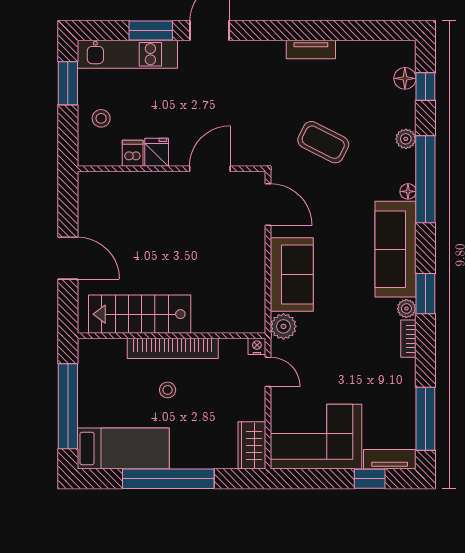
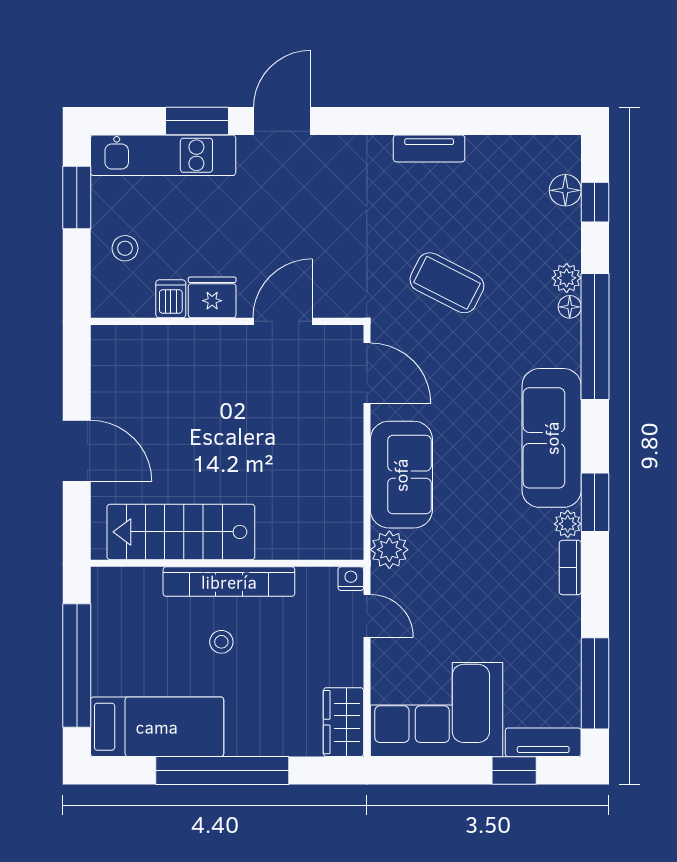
fridge: (157, 152) -> (212, 297), width x1.38
floor lamp: (408, 191) -> (570, 307), moved

